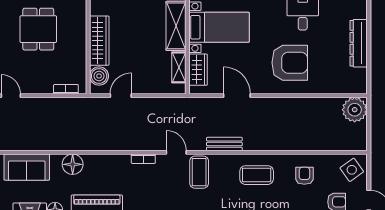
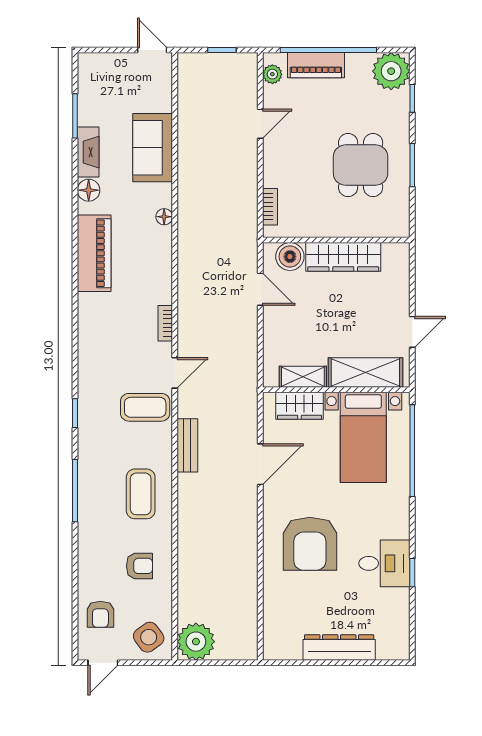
dining table: (38, 29) -> (361, 165), turned 90
plant: (355, 110) -> (196, 642), moved
floor lamp: (73, 164) -> (164, 217), width x0.53, depth x0.53

